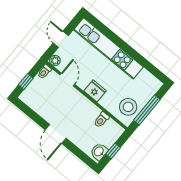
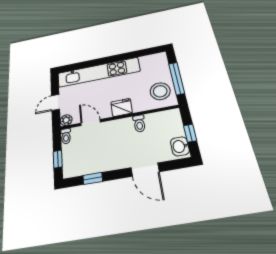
door: (61, 39) -> (55, 102), hinge flipped
window: (34, 116) -> (93, 178), added
toilet: (101, 120) -> (139, 123), moved
door: (56, 134) -> (145, 170), moved

